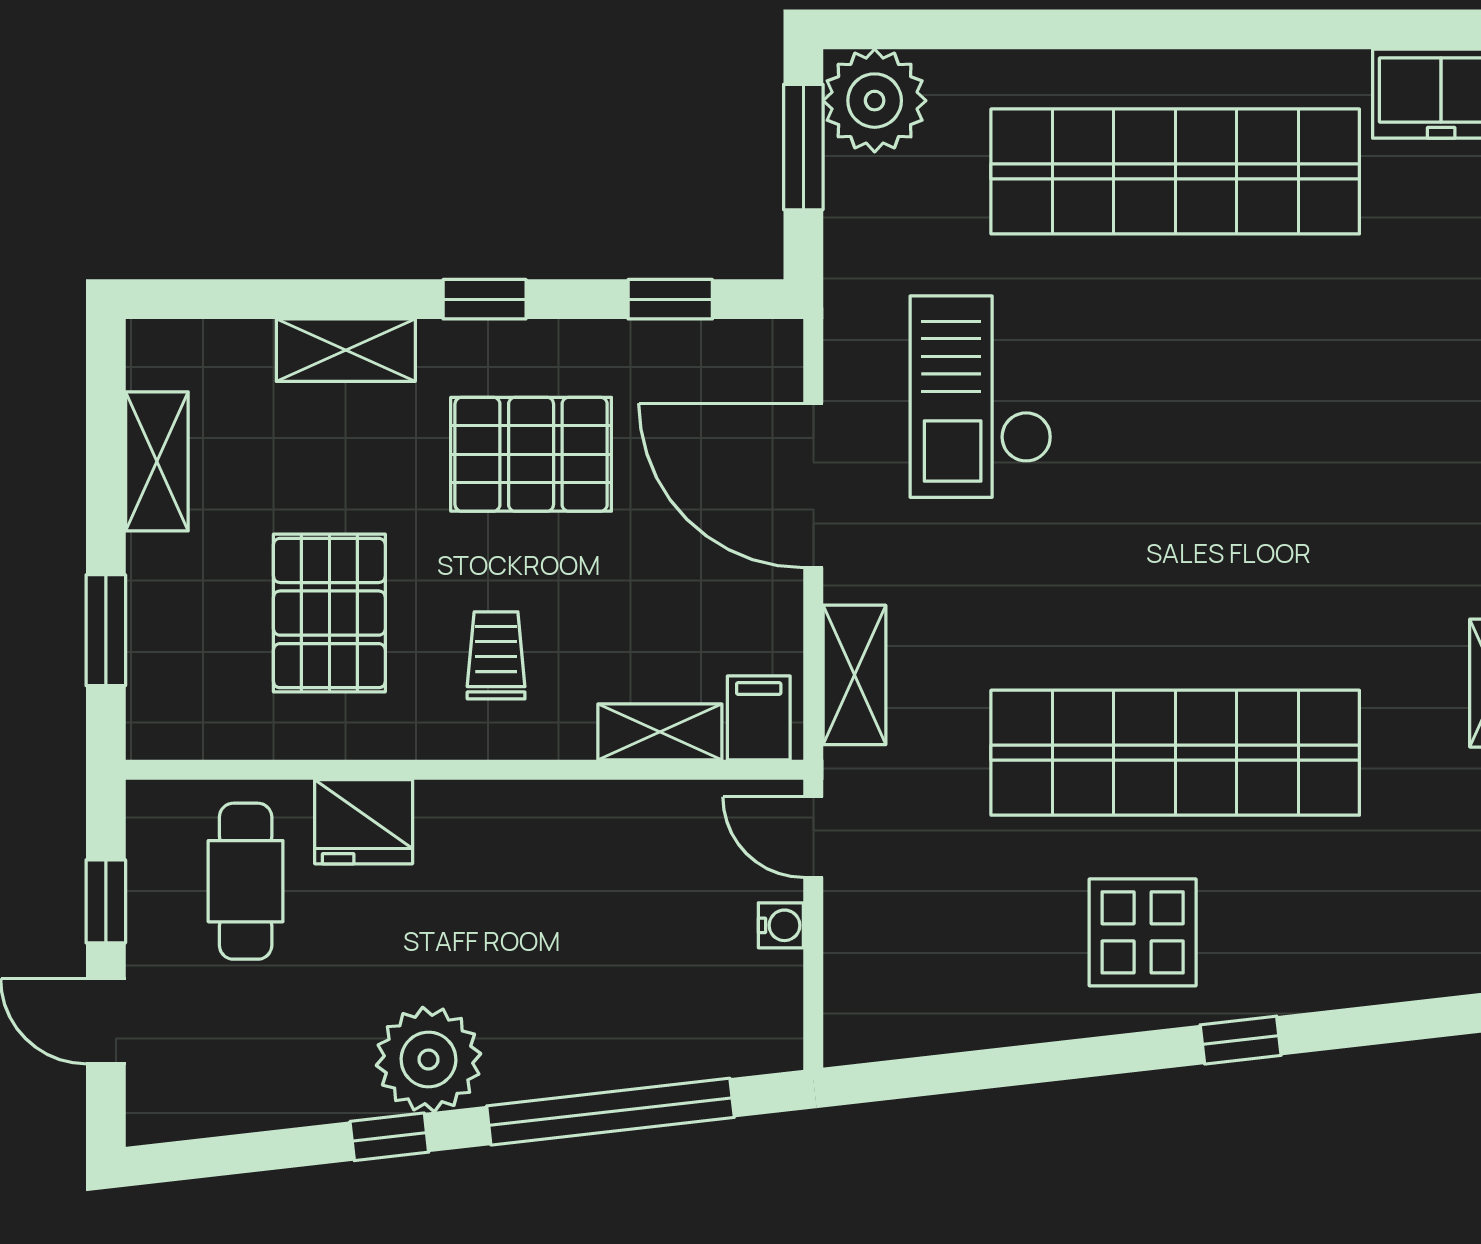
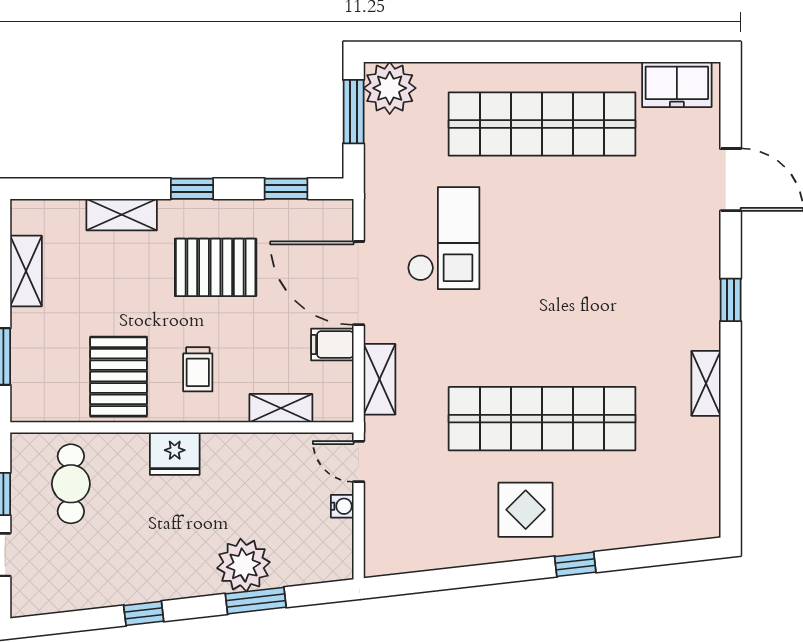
checkout: (981, 397) -> (444, 238), turned 180
pallet: (329, 613) -> (119, 377), moved
trolley: (496, 655) -> (198, 369), turned 180
filing cabinet: (759, 718) -> (332, 345), moved, turned -90
fridge: (364, 822) -> (175, 454), moved
plant: (428, 1060) -> (243, 565), moved
window: (610, 1112) -> (256, 601), width x0.47

